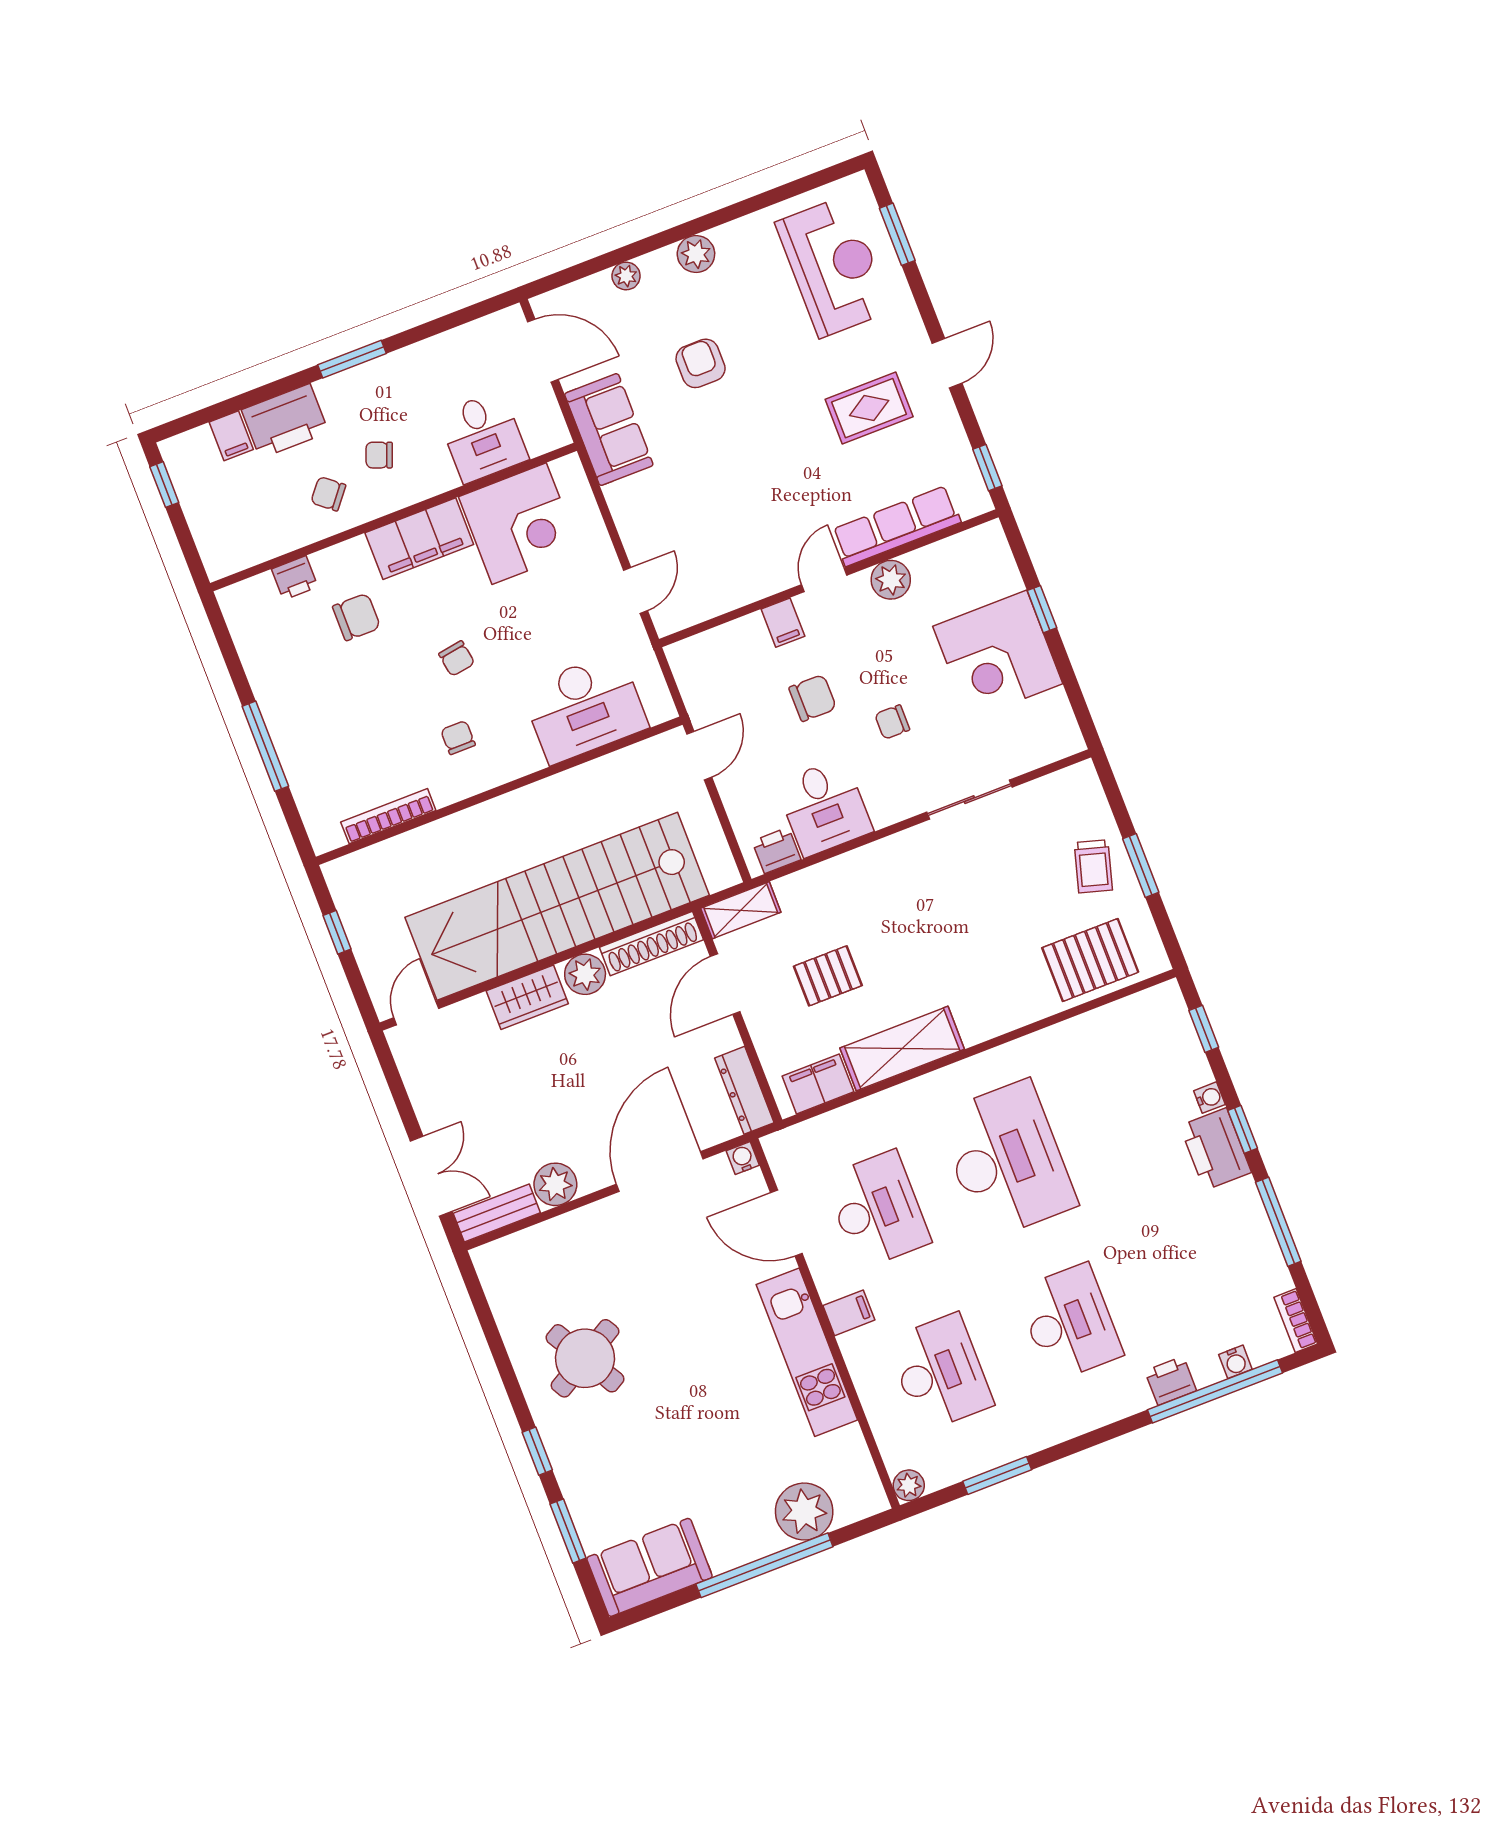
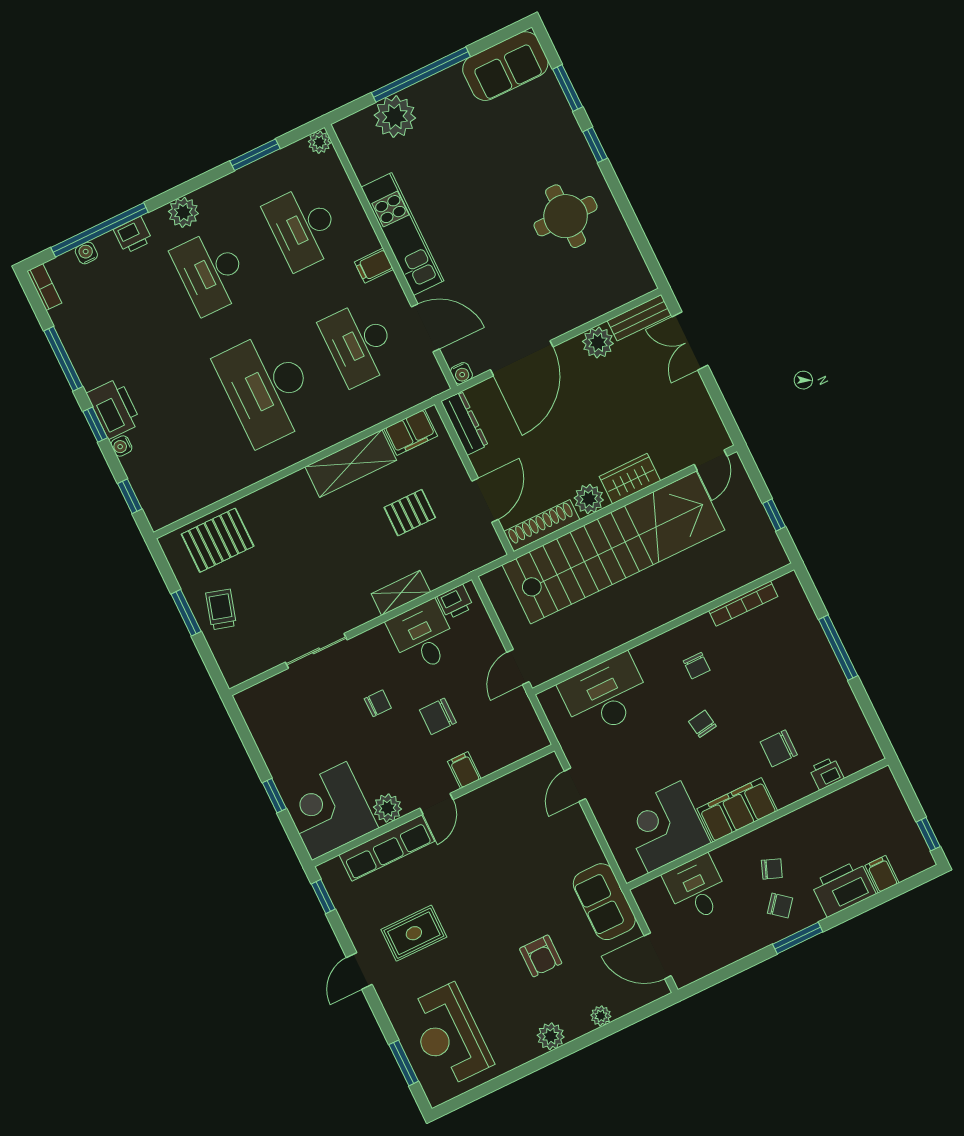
chair: (328, 494) -> (780, 906), moved
corner desk: (998, 655) -> (329, 811), moved, turned -90
shelving: (741, 910) -> (401, 593), moved
round table: (585, 1358) -> (566, 216), turned 30
plant: (1100, 1406) -> (183, 212), added

